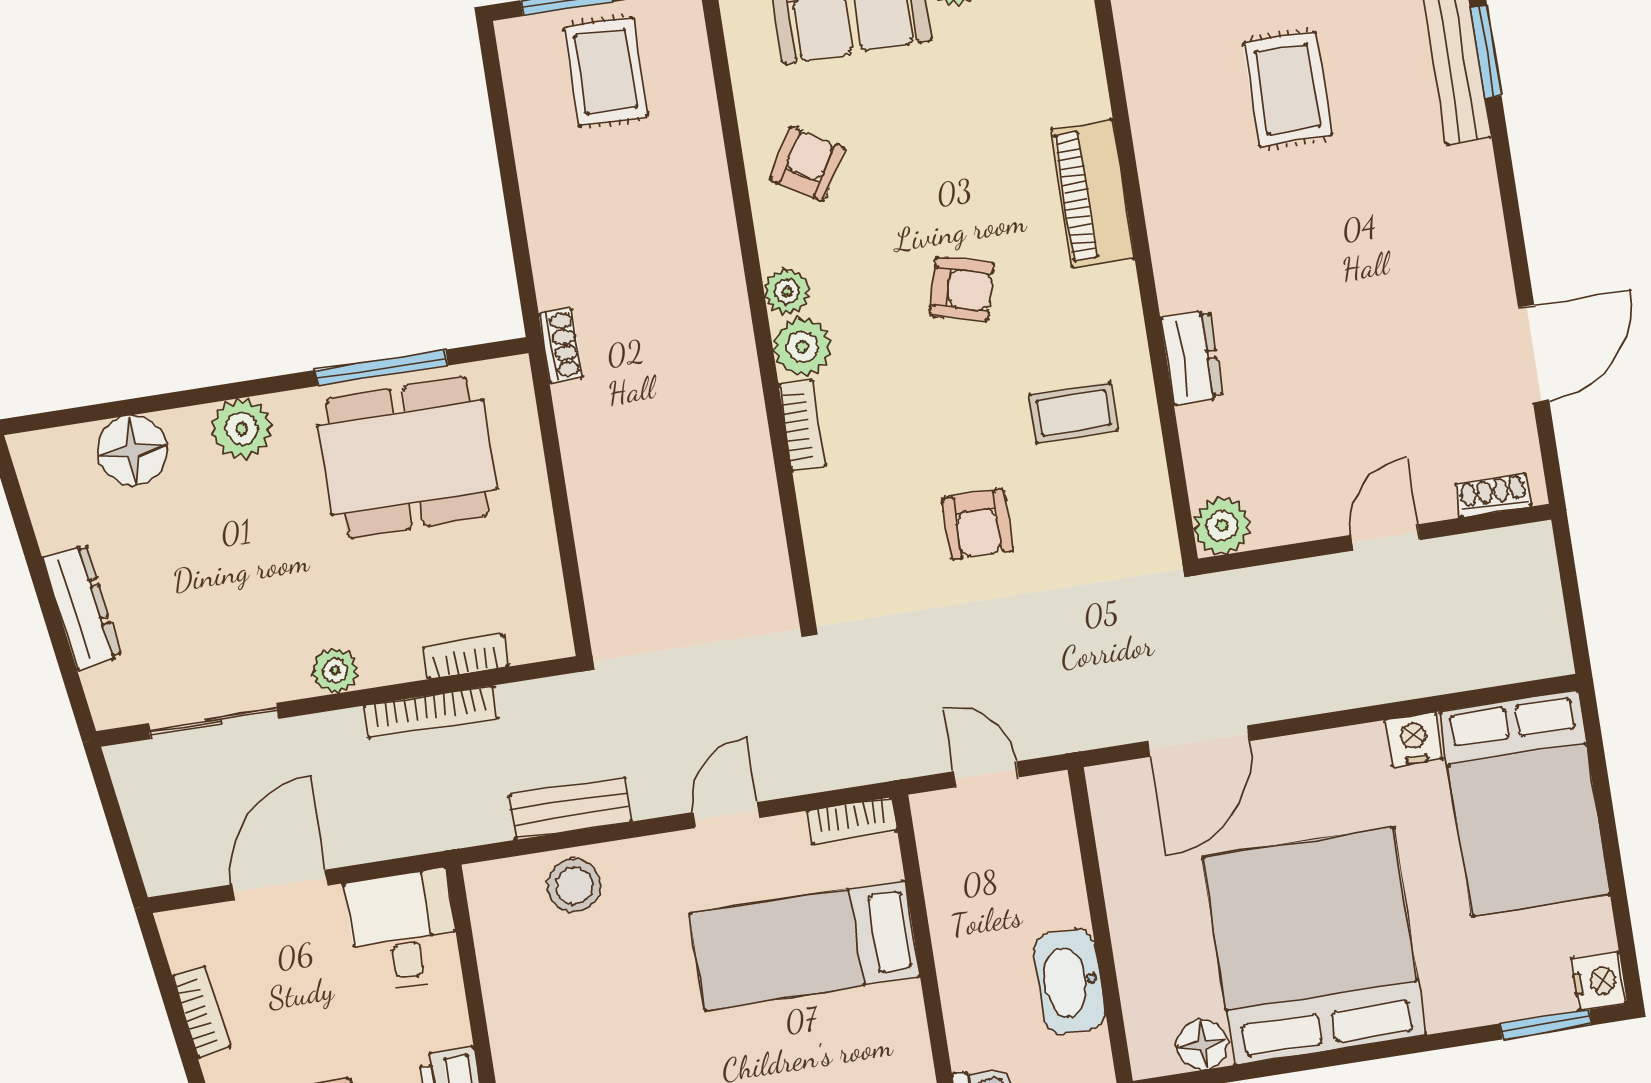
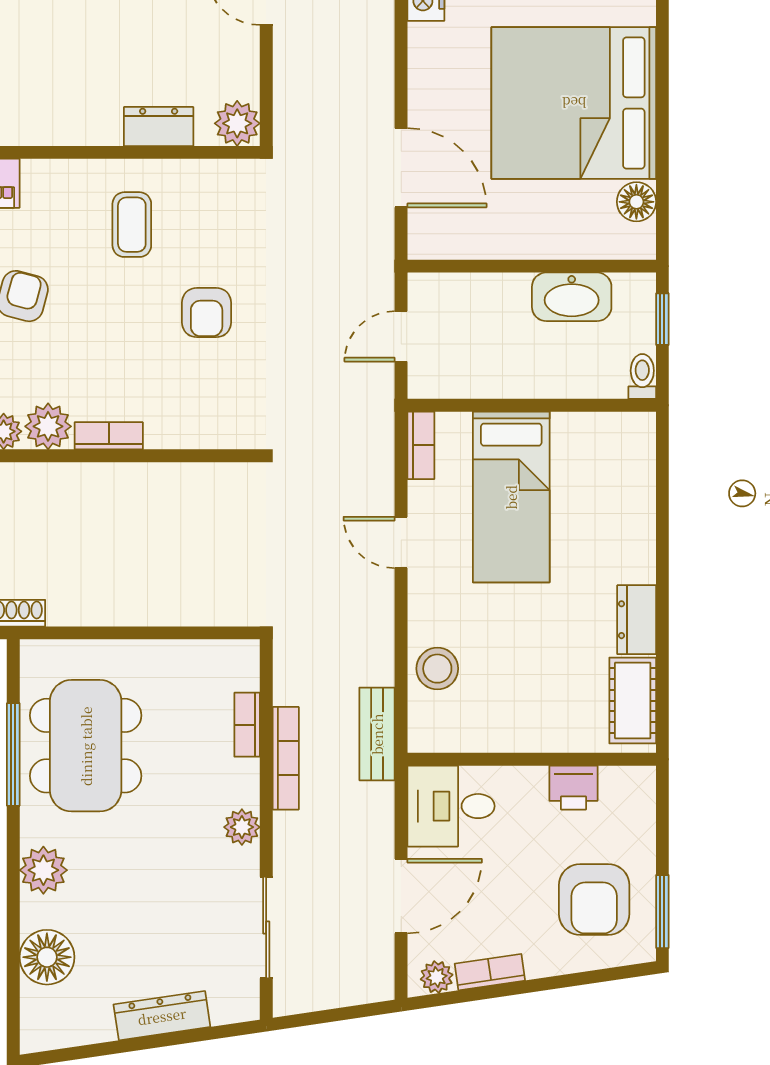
dresser: (1192, 358) -> (159, 127), moved
armchair: (977, 524) -> (207, 313), turned 90
bench: (570, 808) -> (377, 734), moved
door: (280, 885) -> (401, 896), swing flipped
plant: (185, 946) -> (437, 977), added

